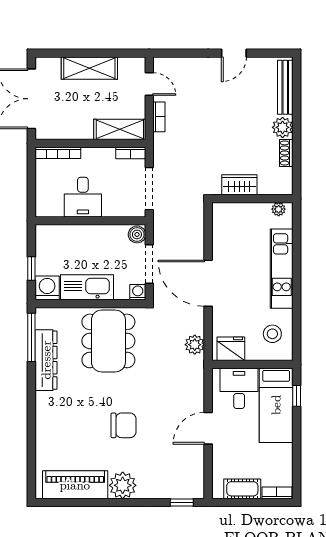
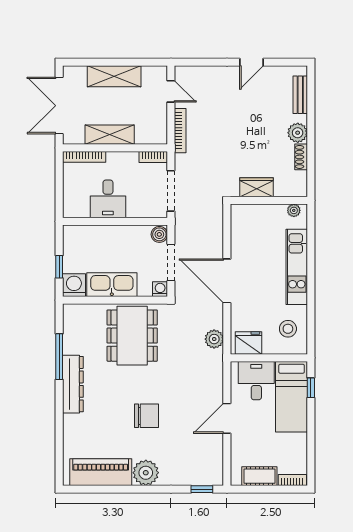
bench: (285, 87) -> (300, 95), width x0.73
bookcase: (159, 117) -> (180, 131), width x1.56
shelving: (120, 129) -> (110, 135), moved
window: (31, 337) -> (59, 357), moved
dresser: (46, 360) -> (73, 384), moved

